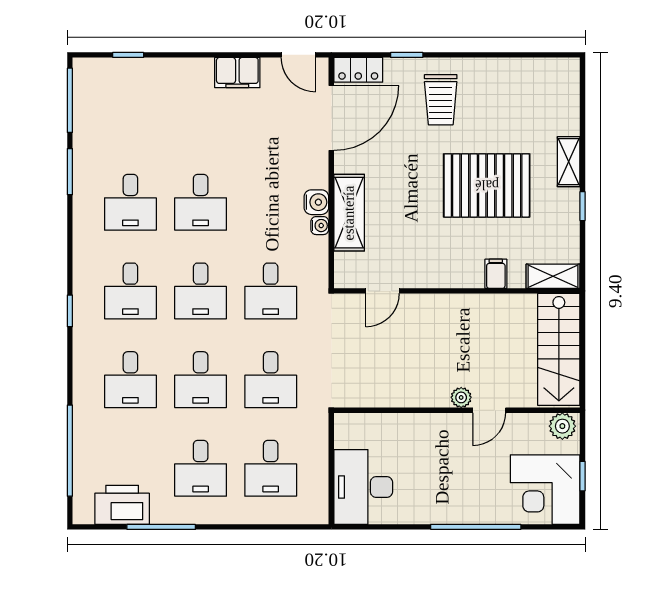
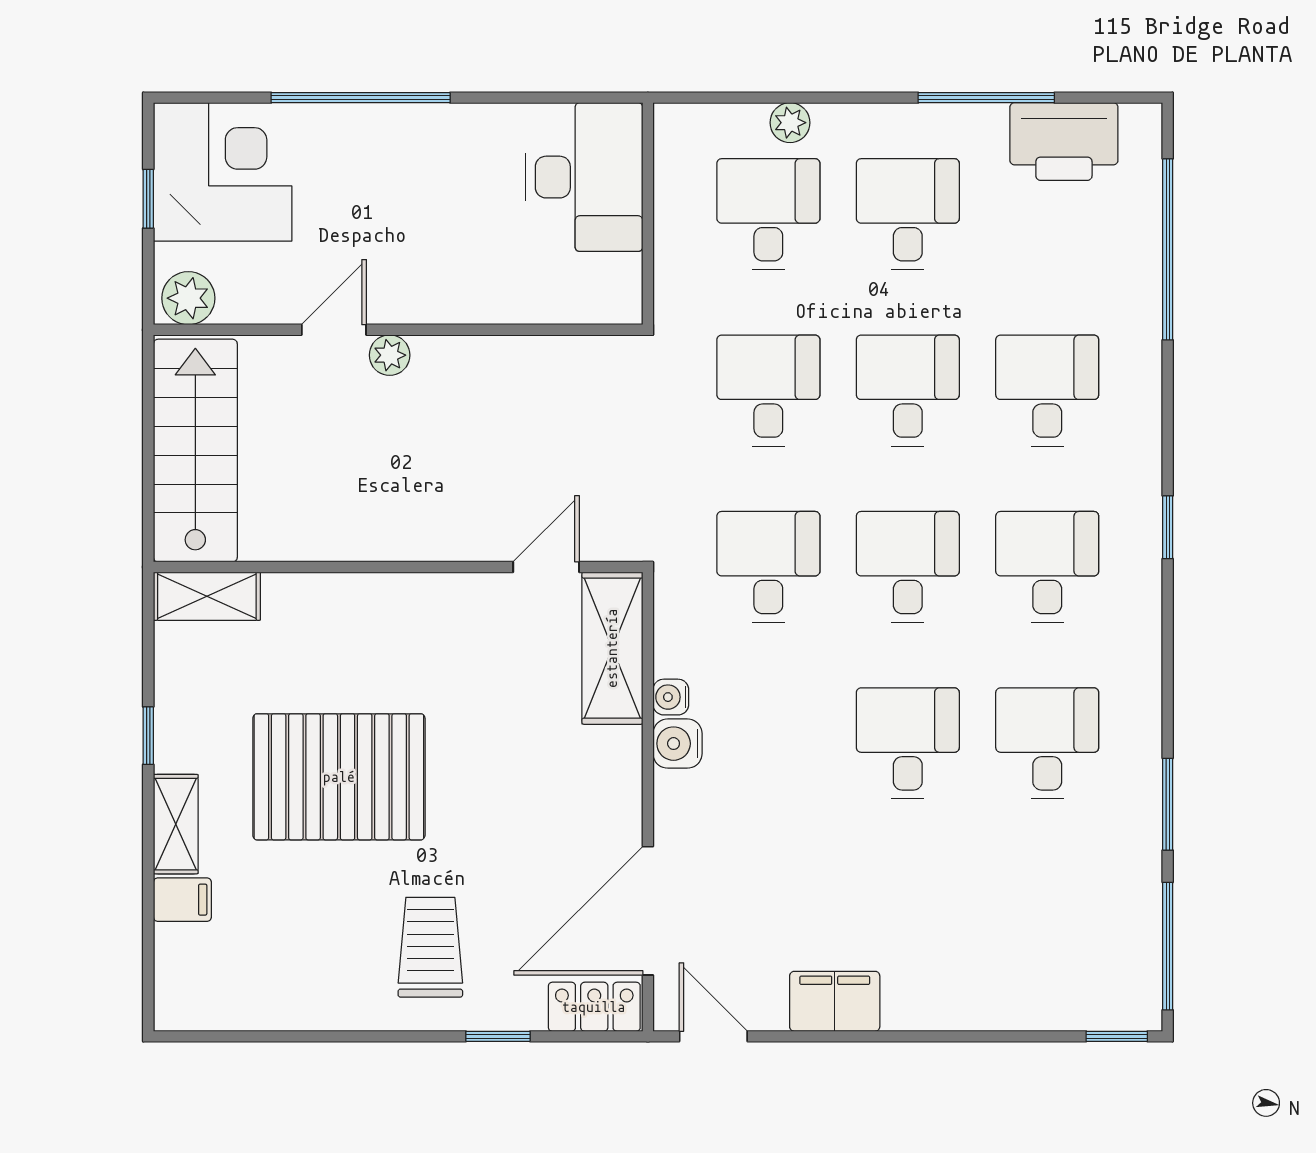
window: (128, 55) -> (1117, 1036), moved
shelving: (349, 213) -> (612, 648), moved
filing cabinet: (496, 274) -> (182, 900), moved, turned -90
plant: (260, 514) -> (790, 123), added

